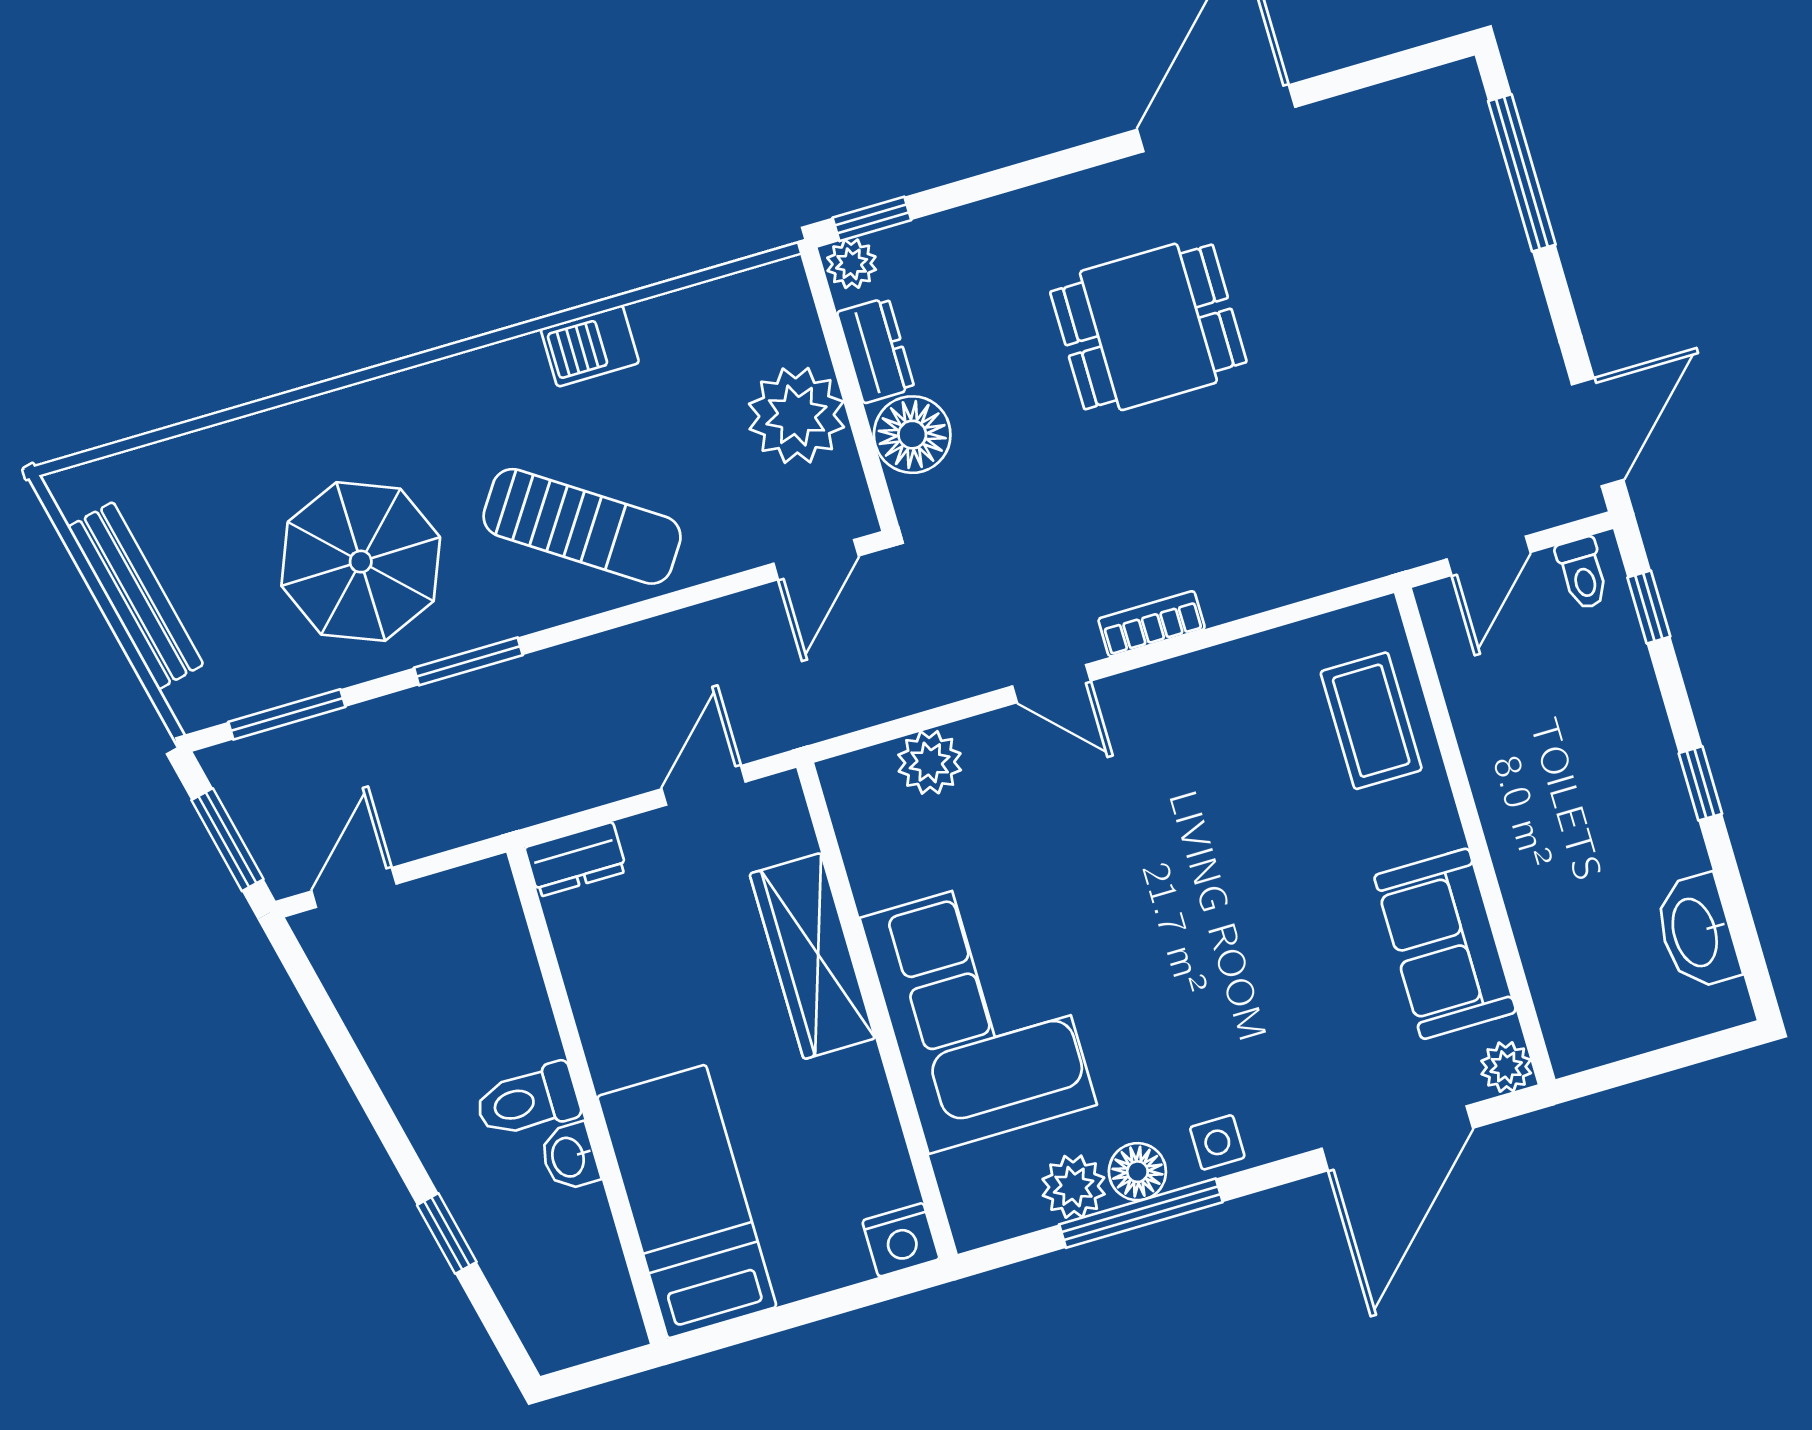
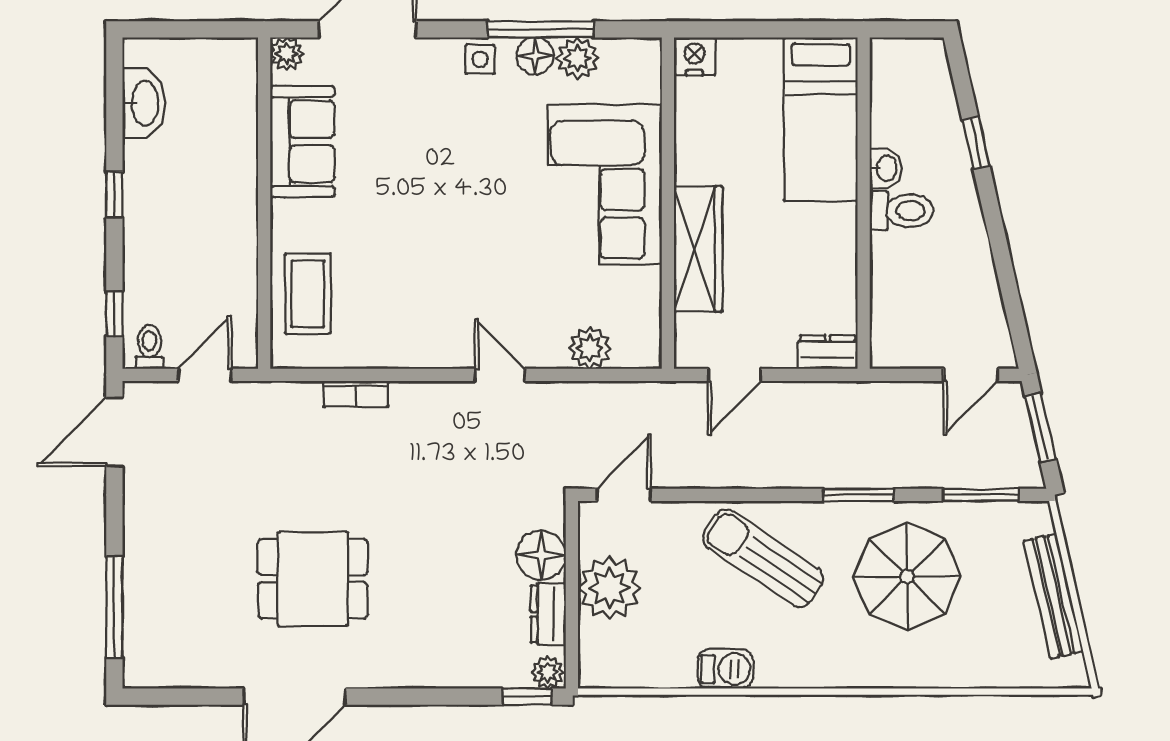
dining table: (1148, 327) -> (313, 579), moved
bookcase: (1152, 624) -> (356, 394), moved

